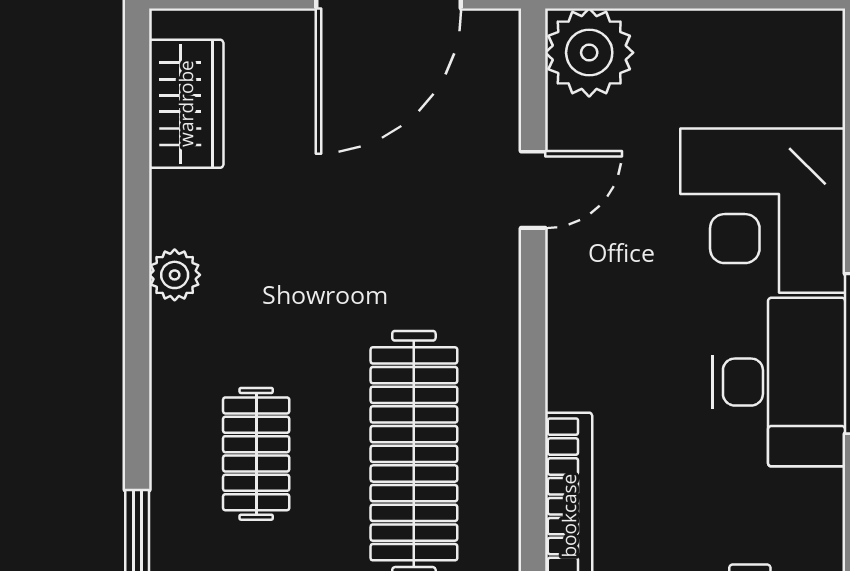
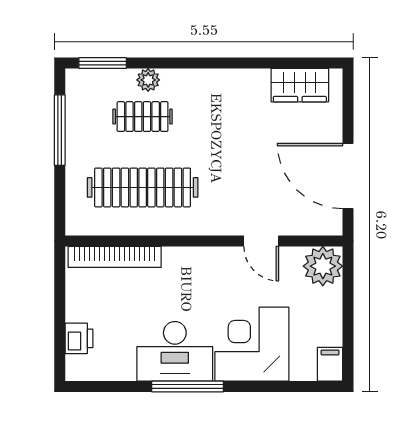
filing cabinet: (808, 37) -> (330, 364), added
plant: (175, 275) -> (148, 80), moved

